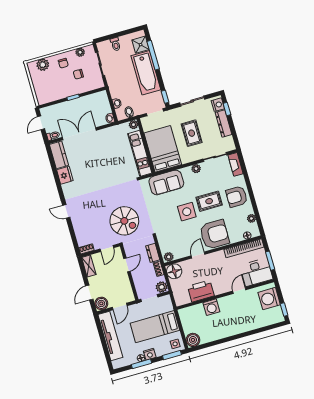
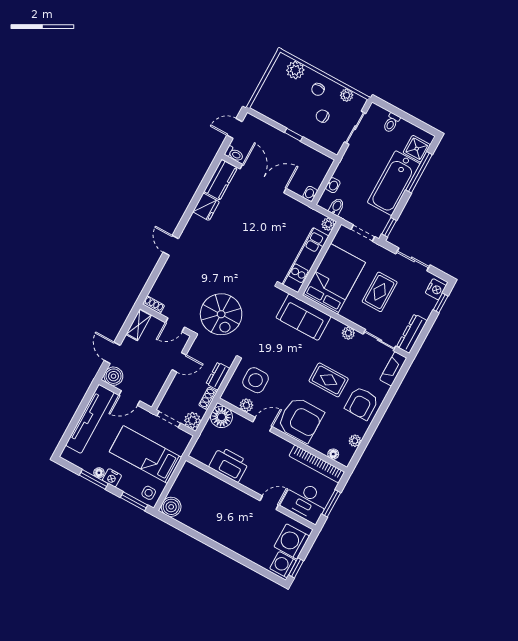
dresser: (224, 124) -> (412, 334), moved
armchair: (237, 197) -> (362, 403), turned -90
side table: (187, 212) -> (256, 380), moved
plant: (169, 257) -> (246, 405), moved
door: (89, 293) -> (112, 353), hinge flipped
washing machine: (211, 307) -> (283, 565), moved, turned 90

